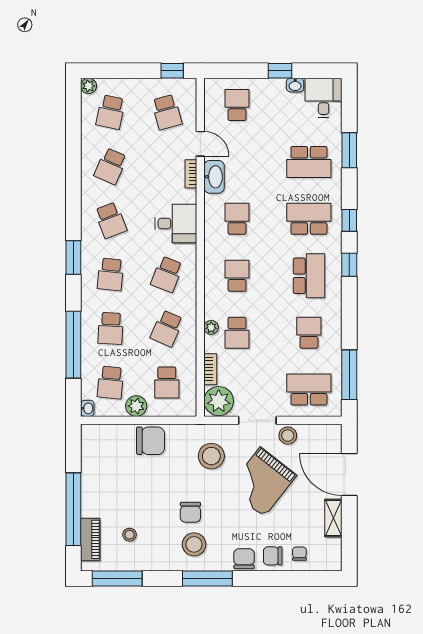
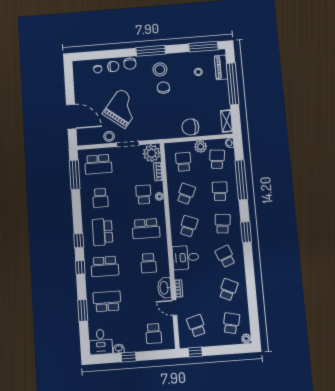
school desk: (237, 276) -> (146, 229), width x1.85
stool: (211, 456) -> (154, 121), removed
shelving: (333, 518) -> (227, 121), moved

